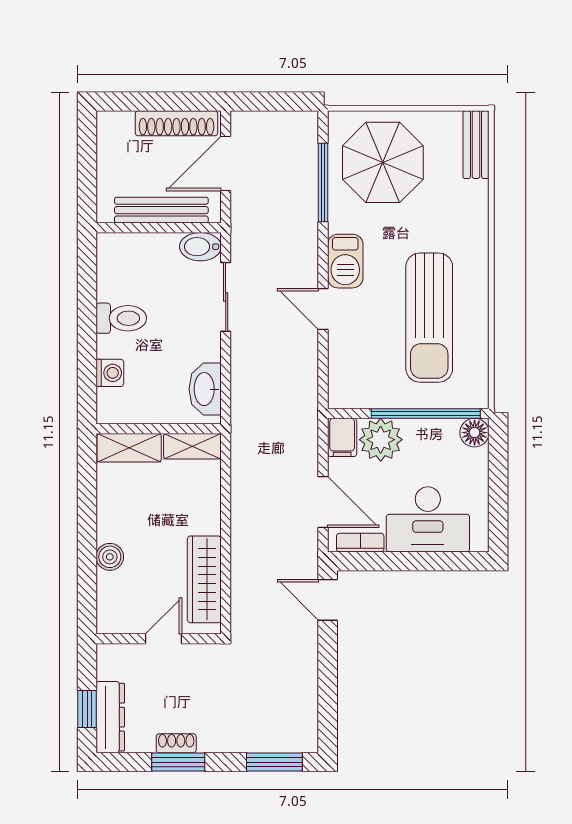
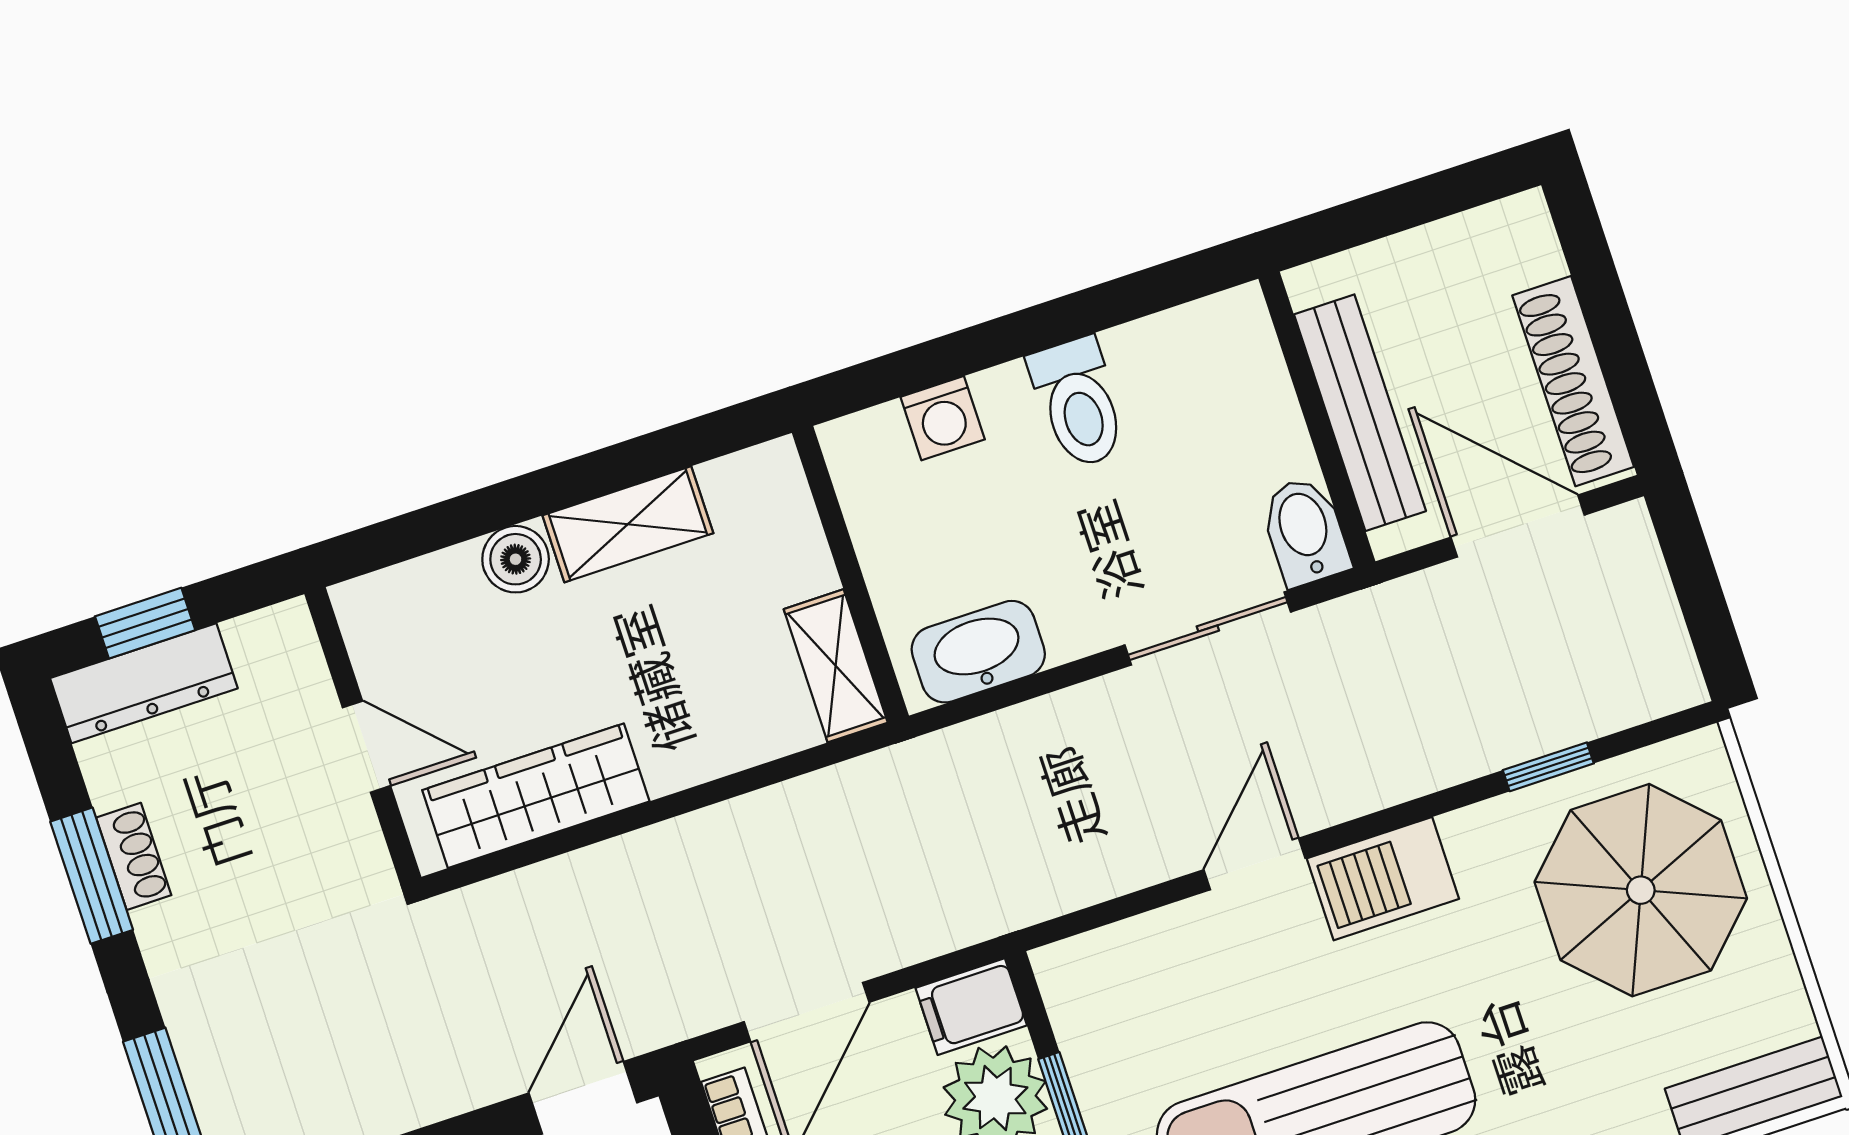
window: (323, 182) -> (1548, 767), width x0.46
shelving: (129, 448) -> (628, 524), moved, turned 90

